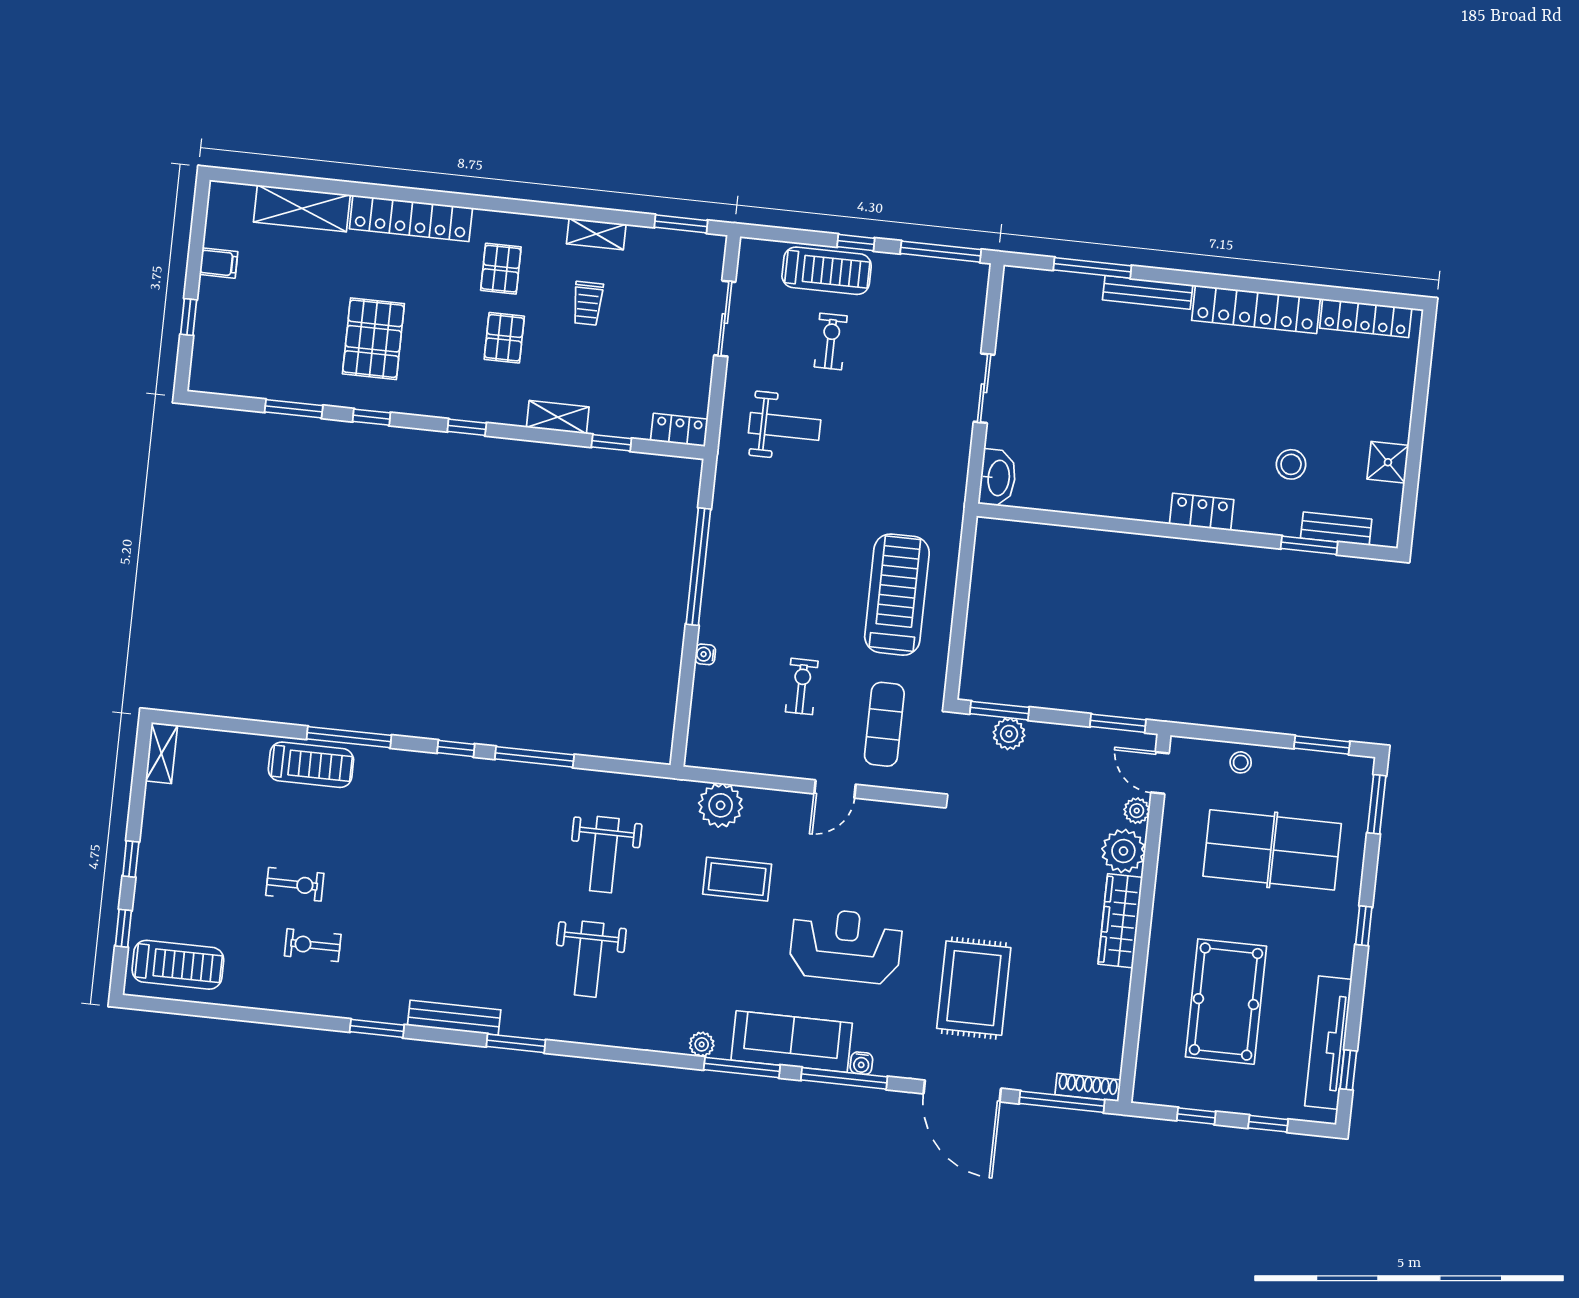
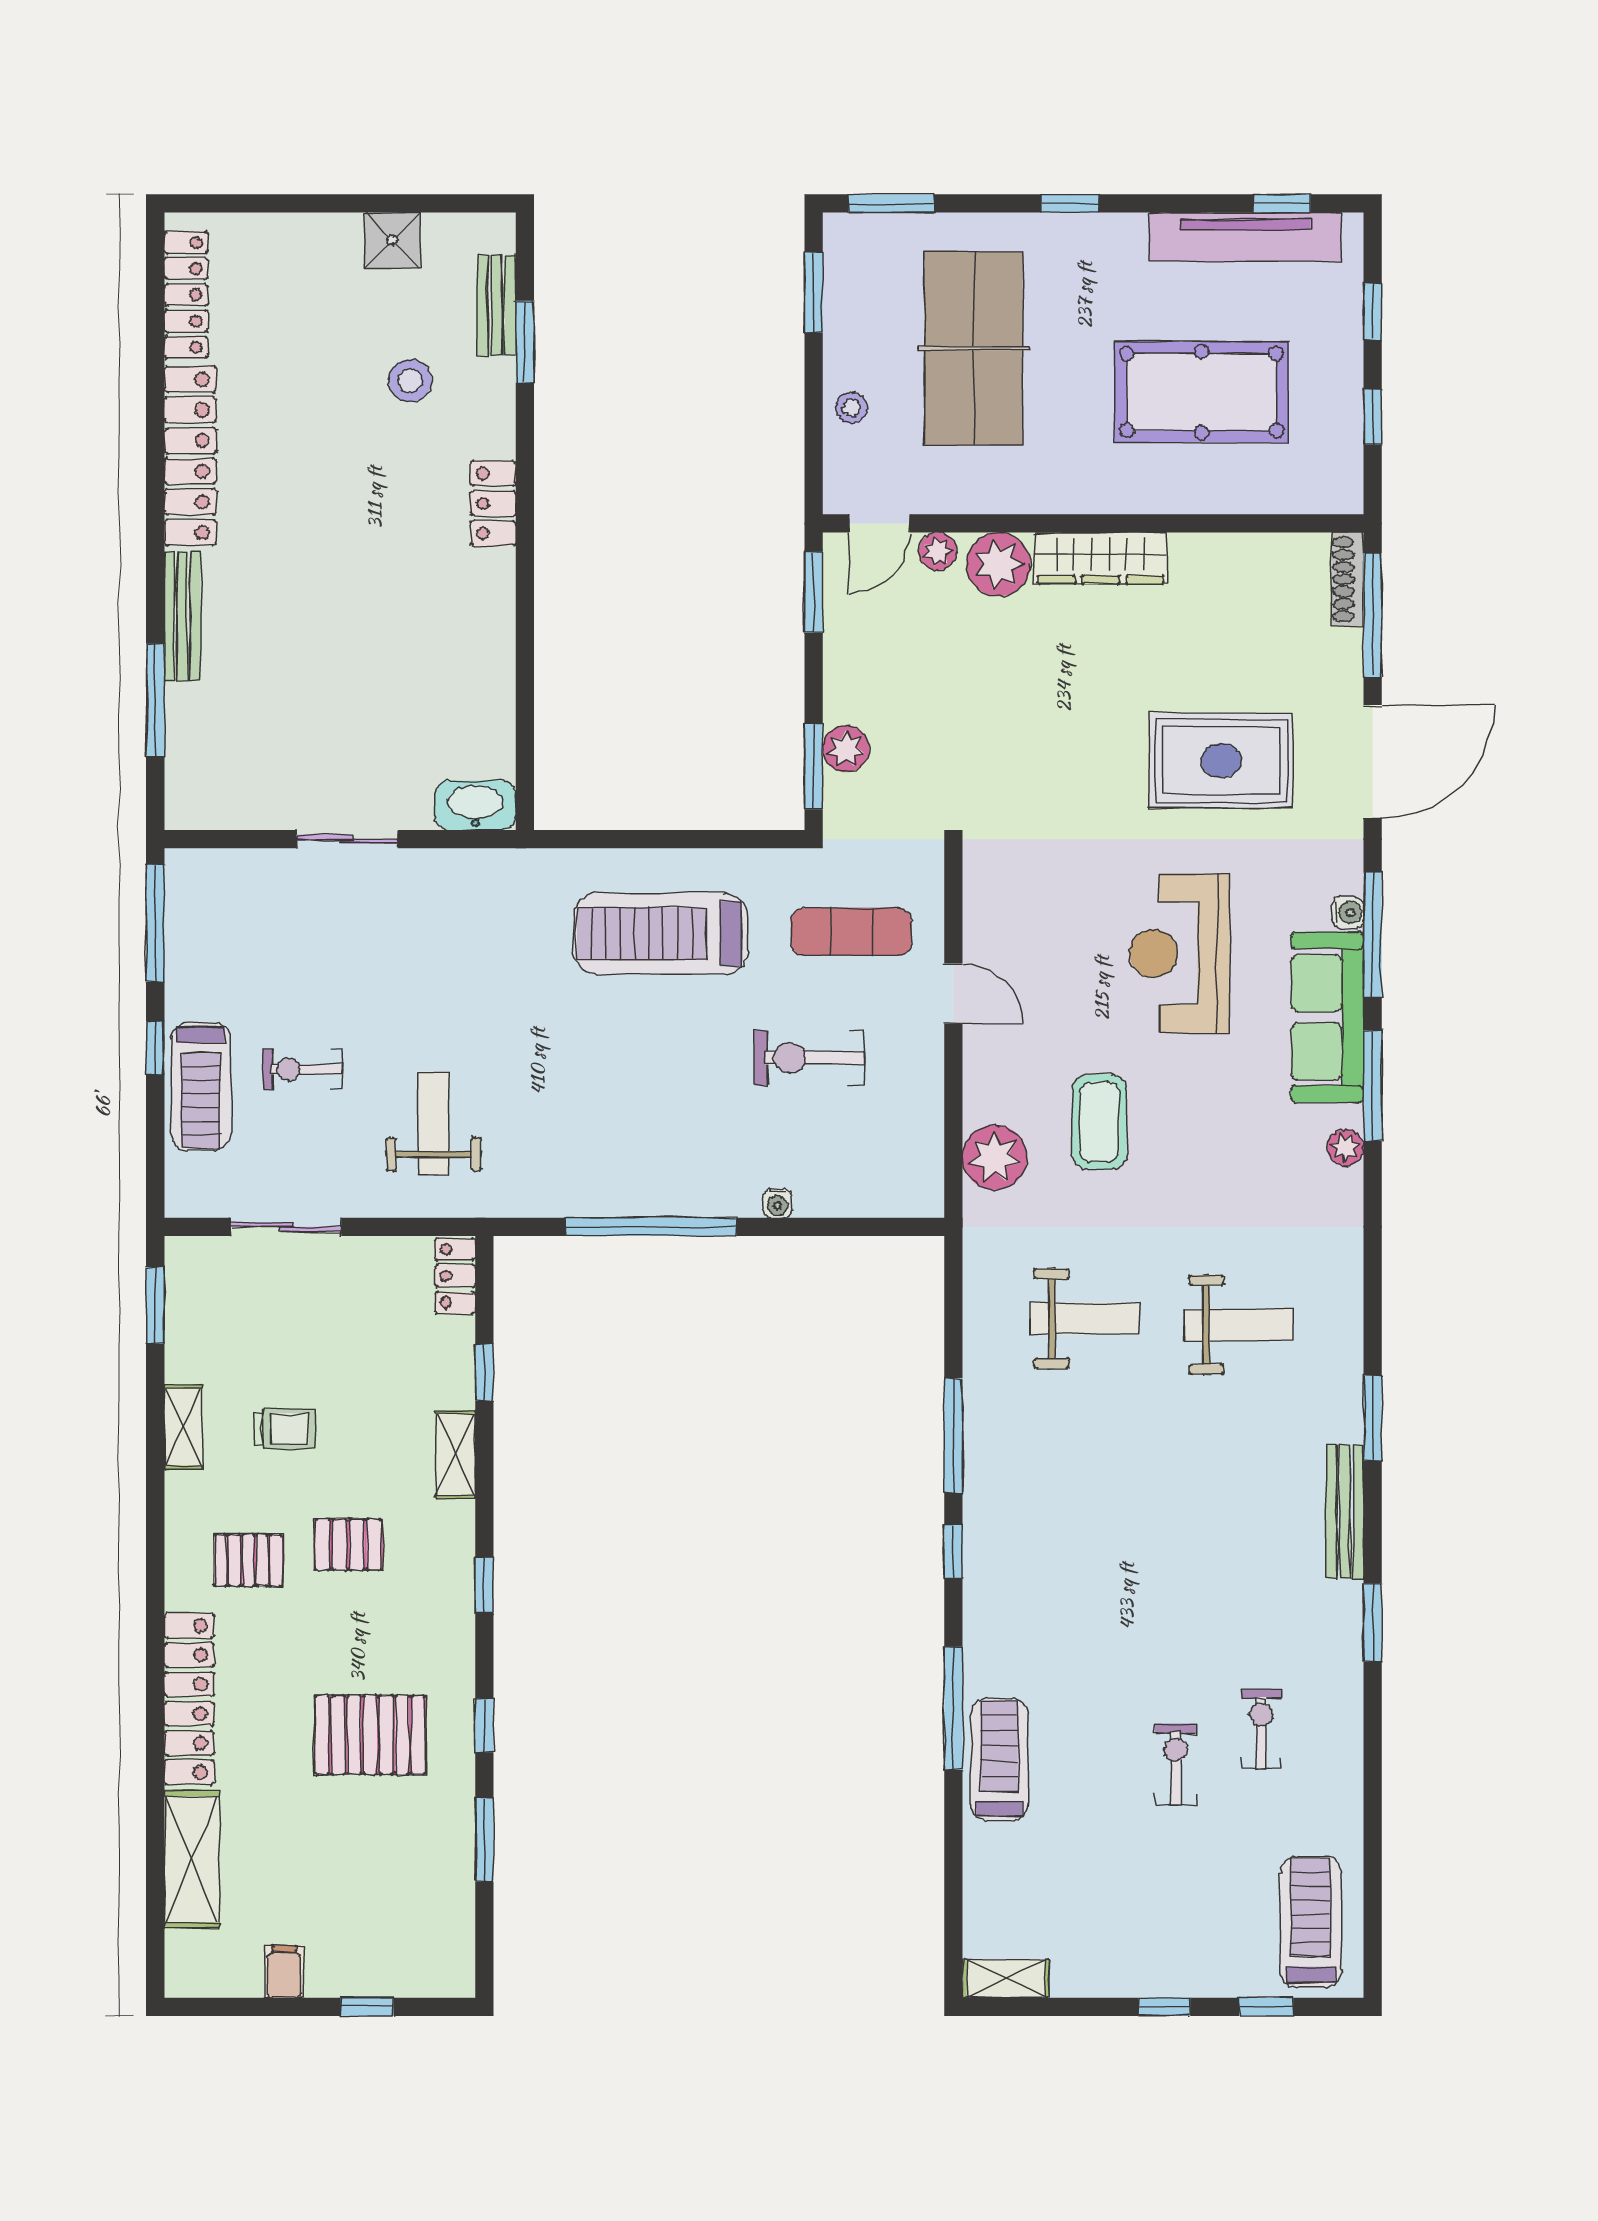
treadmill: (827, 271) -> (201, 1086), turned 180
exercise bike: (802, 686) -> (809, 1058), width x1.38, depth x1.39
exercise bike: (313, 945) -> (1261, 1729), turned 180

